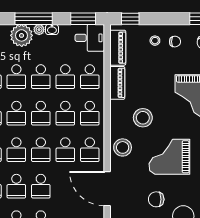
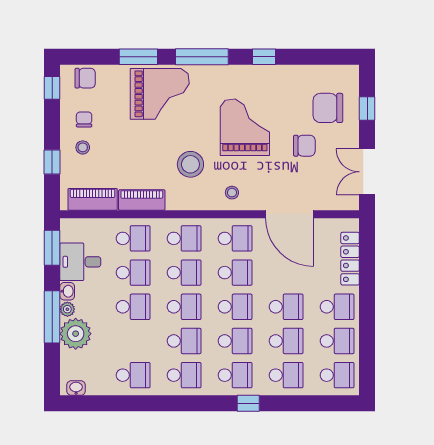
window: (130, 19) -> (52, 162), moved
desk: (90, 38) -> (80, 262), moved, turned -90
school desk: (16, 77) -> (133, 341), removed
stool: (123, 147) -> (232, 193), width x0.53, depth x0.53
grand piano: (169, 157) -> (245, 127), turned 180
door: (107, 189) -> (290, 214), hinge flipped
chair: (156, 199) -> (304, 146), turned -90

